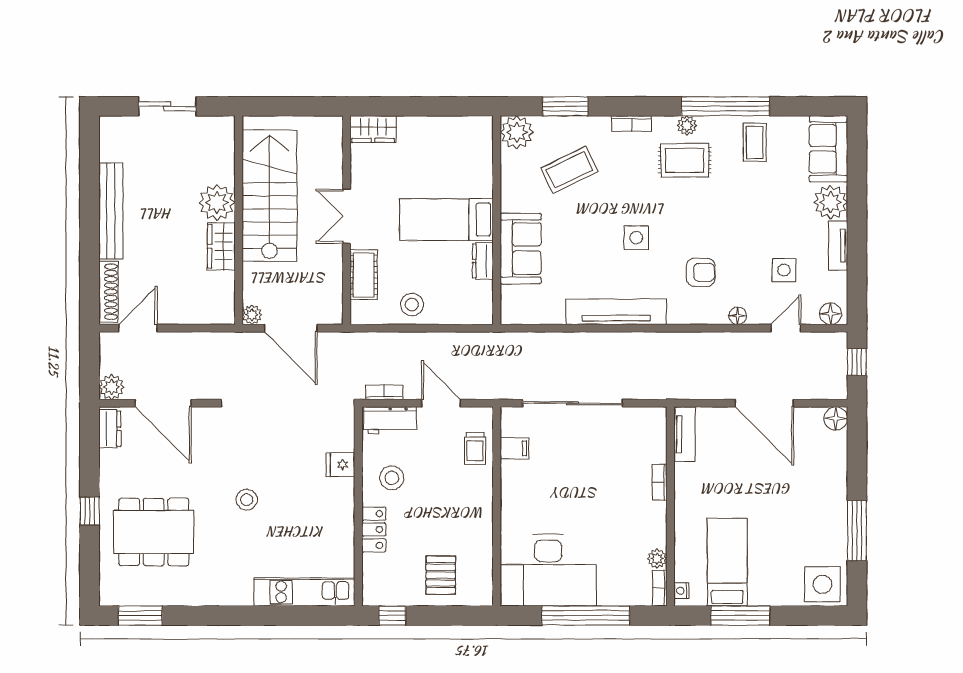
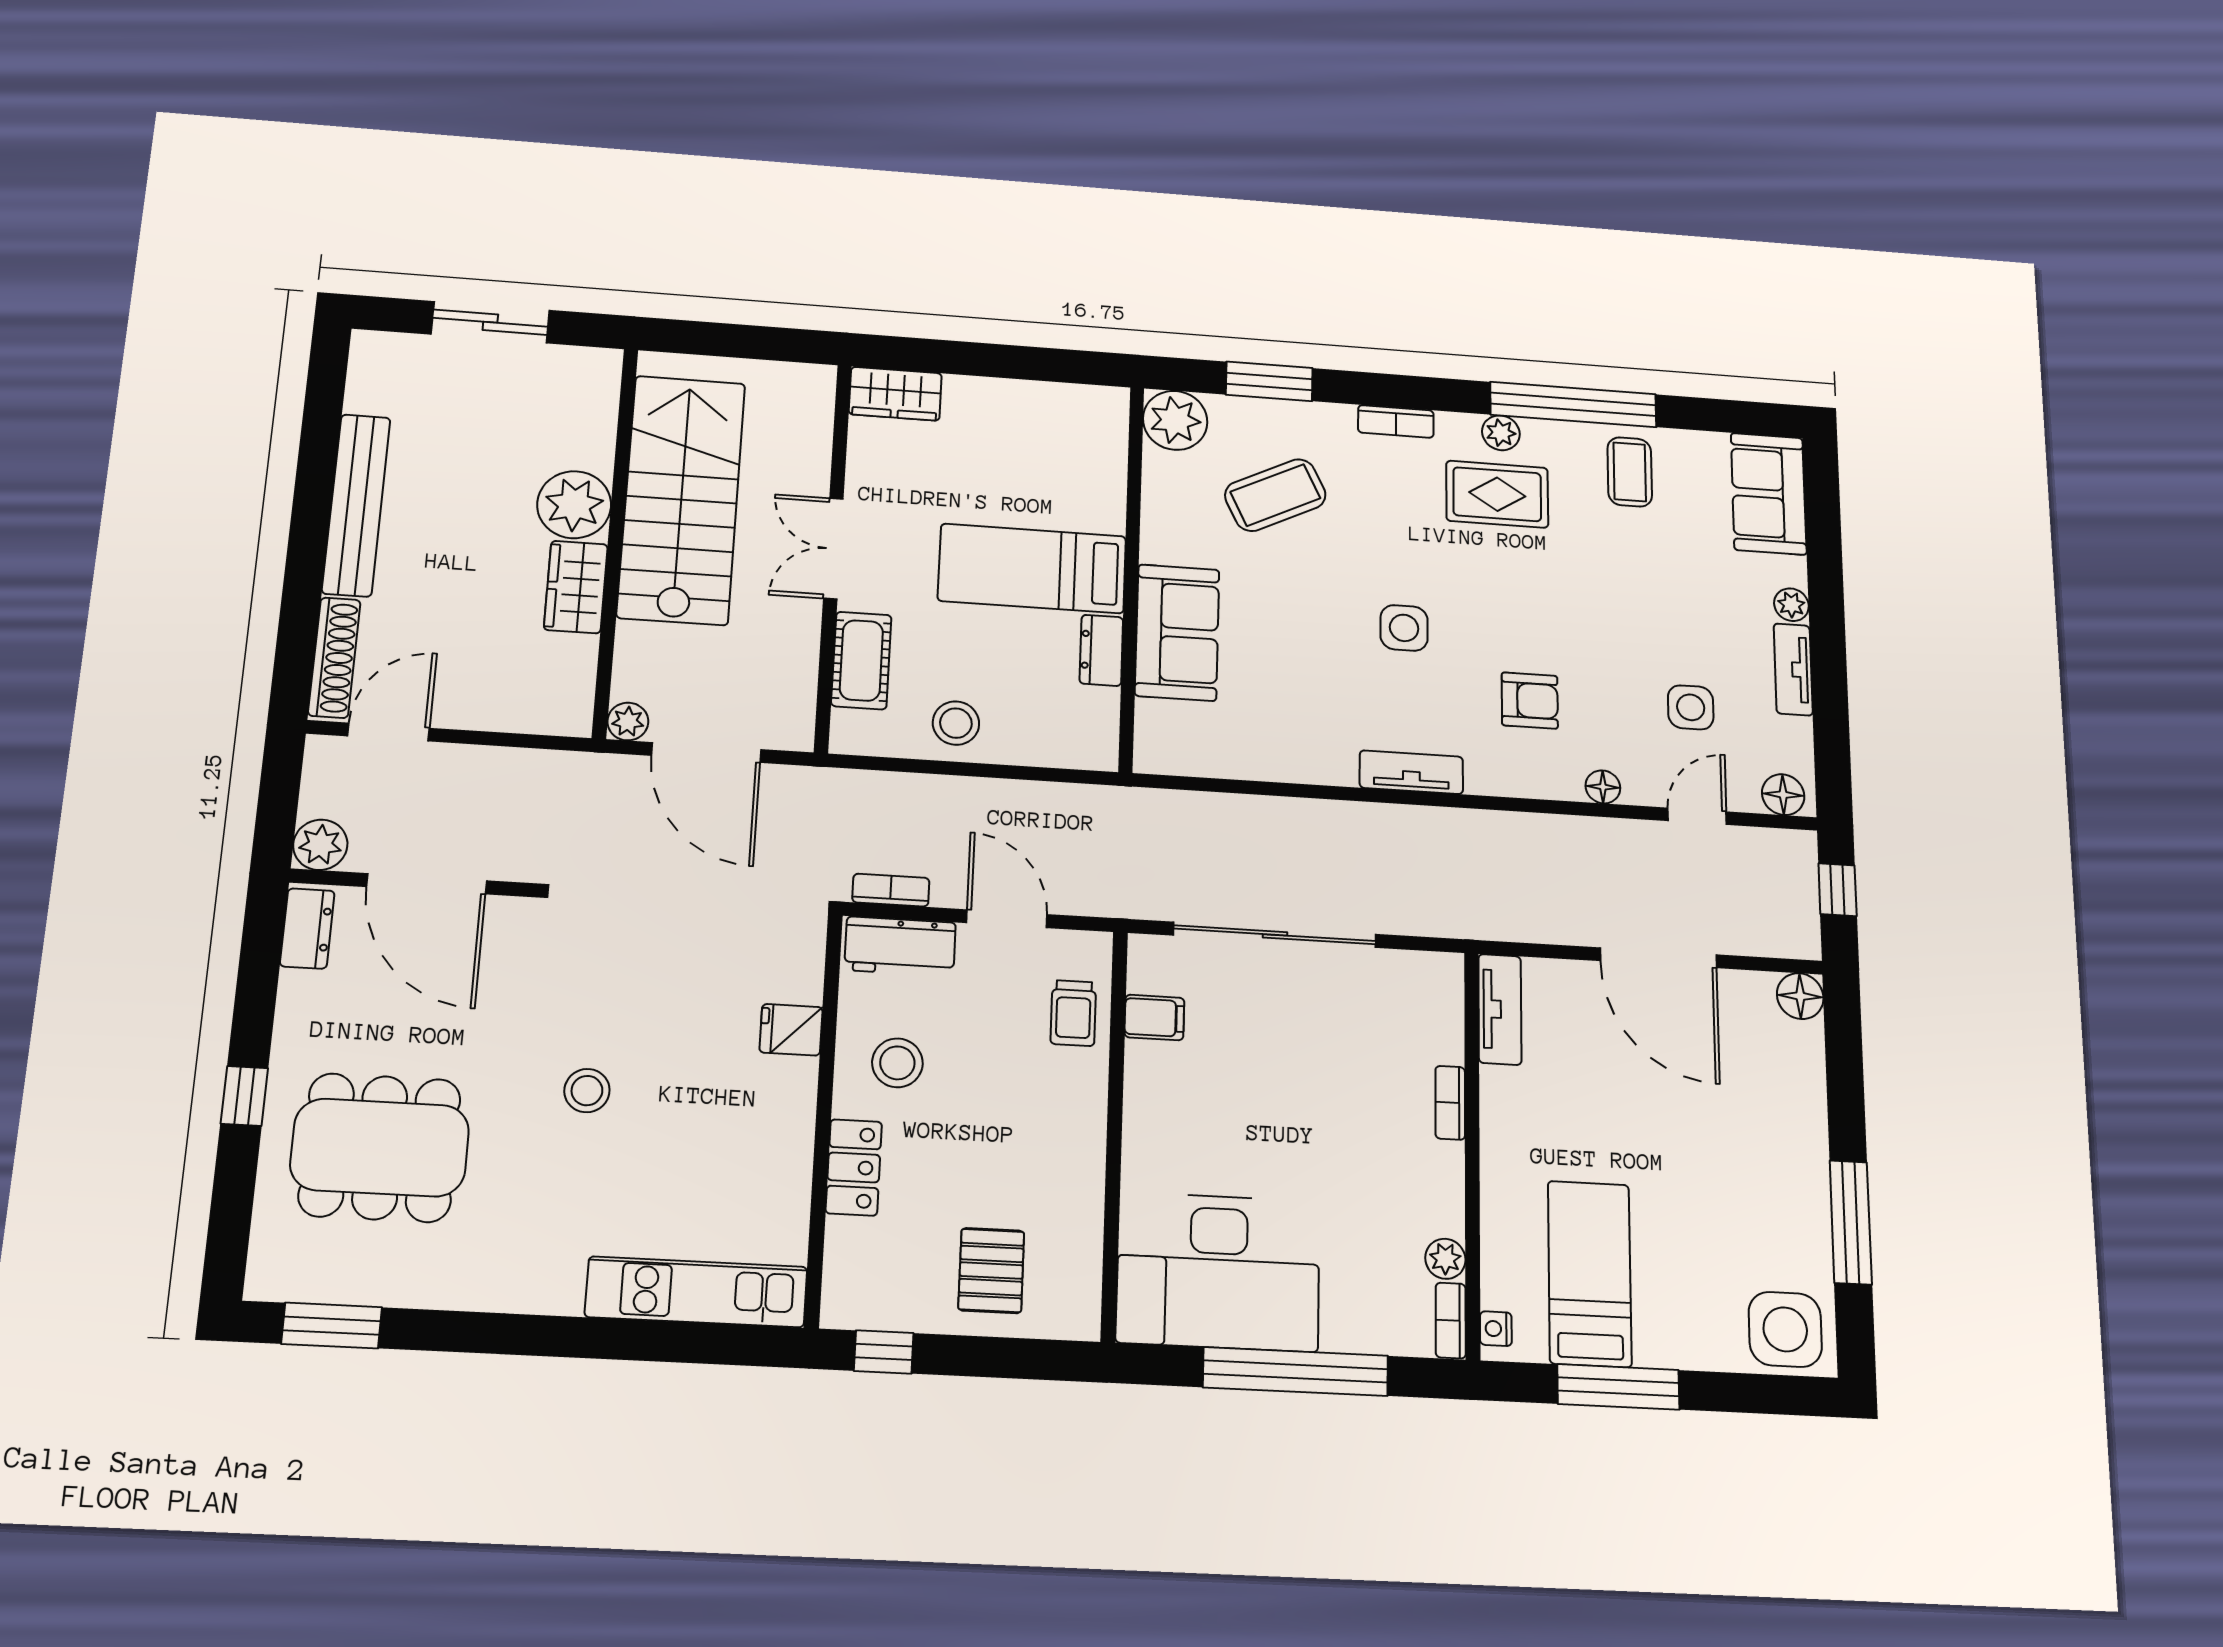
plant: (831, 202) -> (1791, 605), width x0.53, depth x0.53
tv unit: (616, 312) -> (1411, 772), width x0.52, depth x0.78

